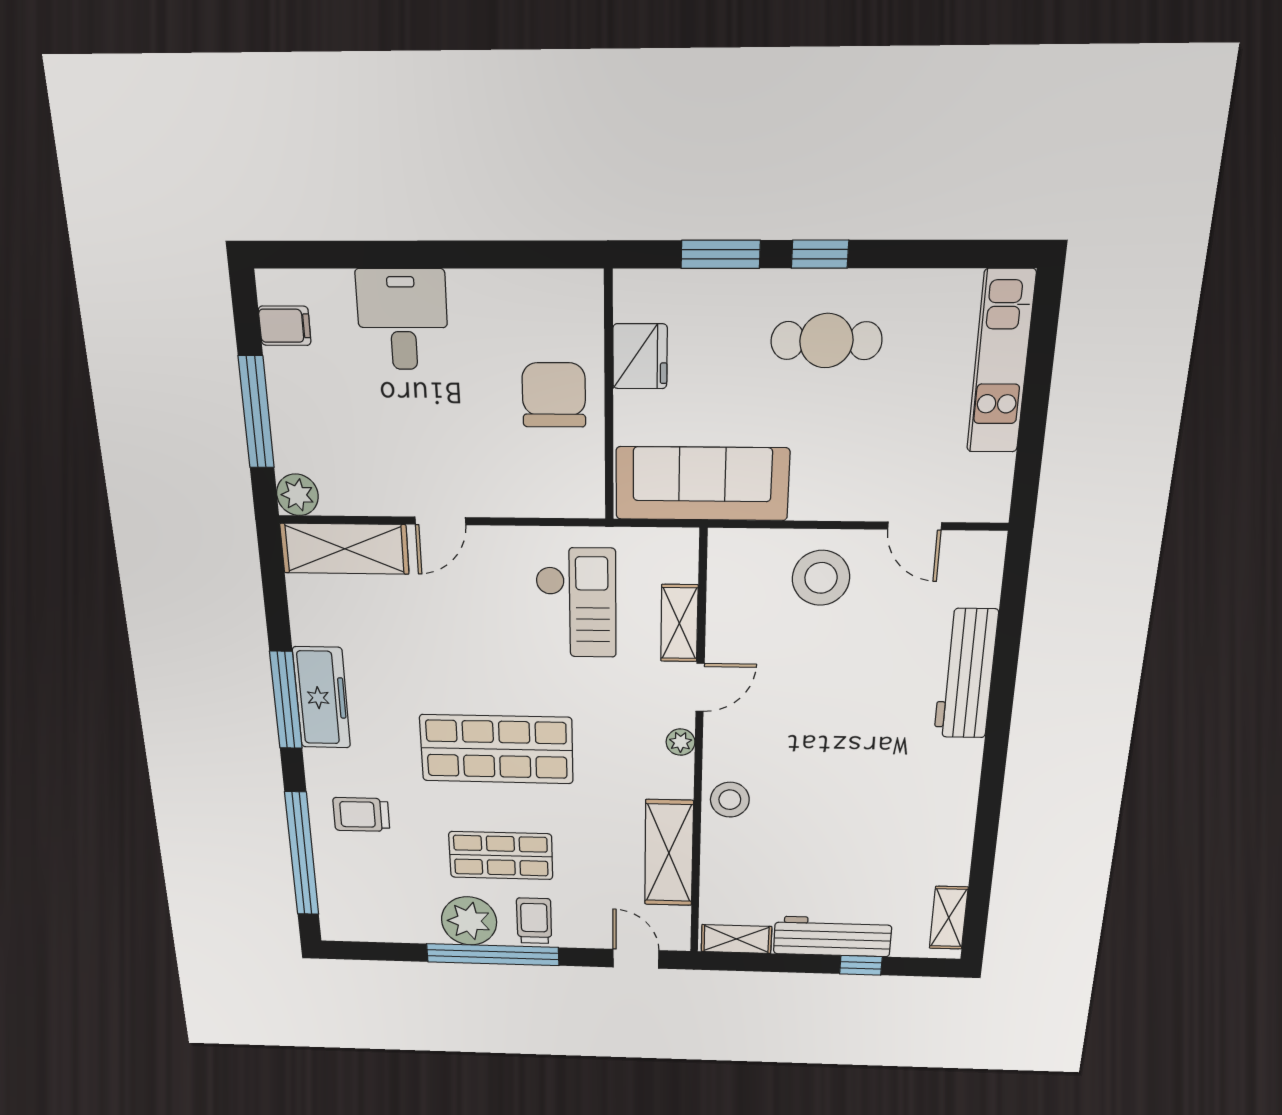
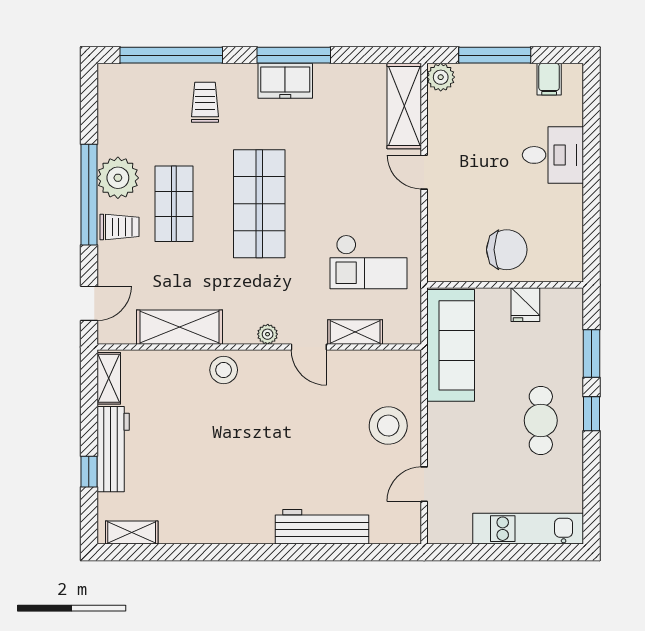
fridge: (640, 356) -> (525, 305), width x0.72
freezer: (322, 698) -> (285, 81), width x0.71

